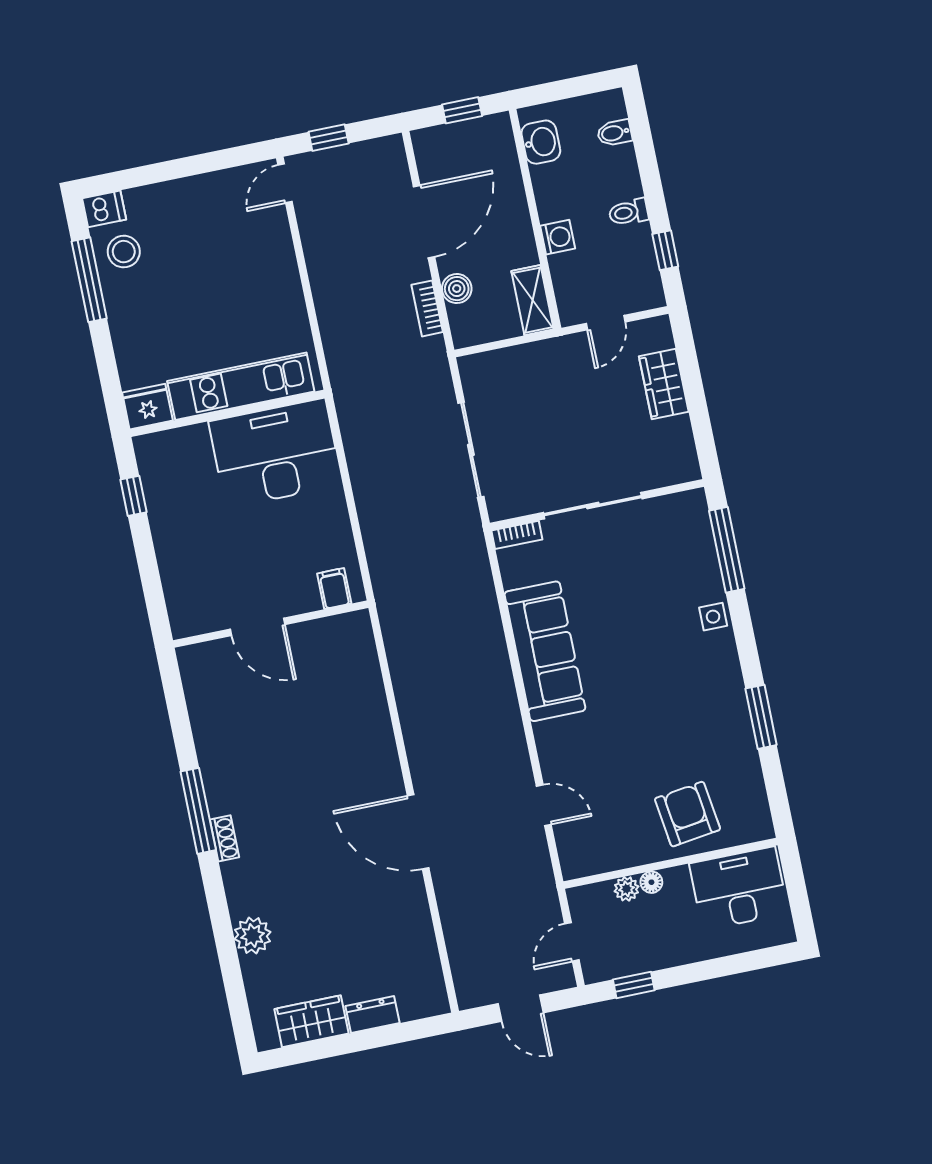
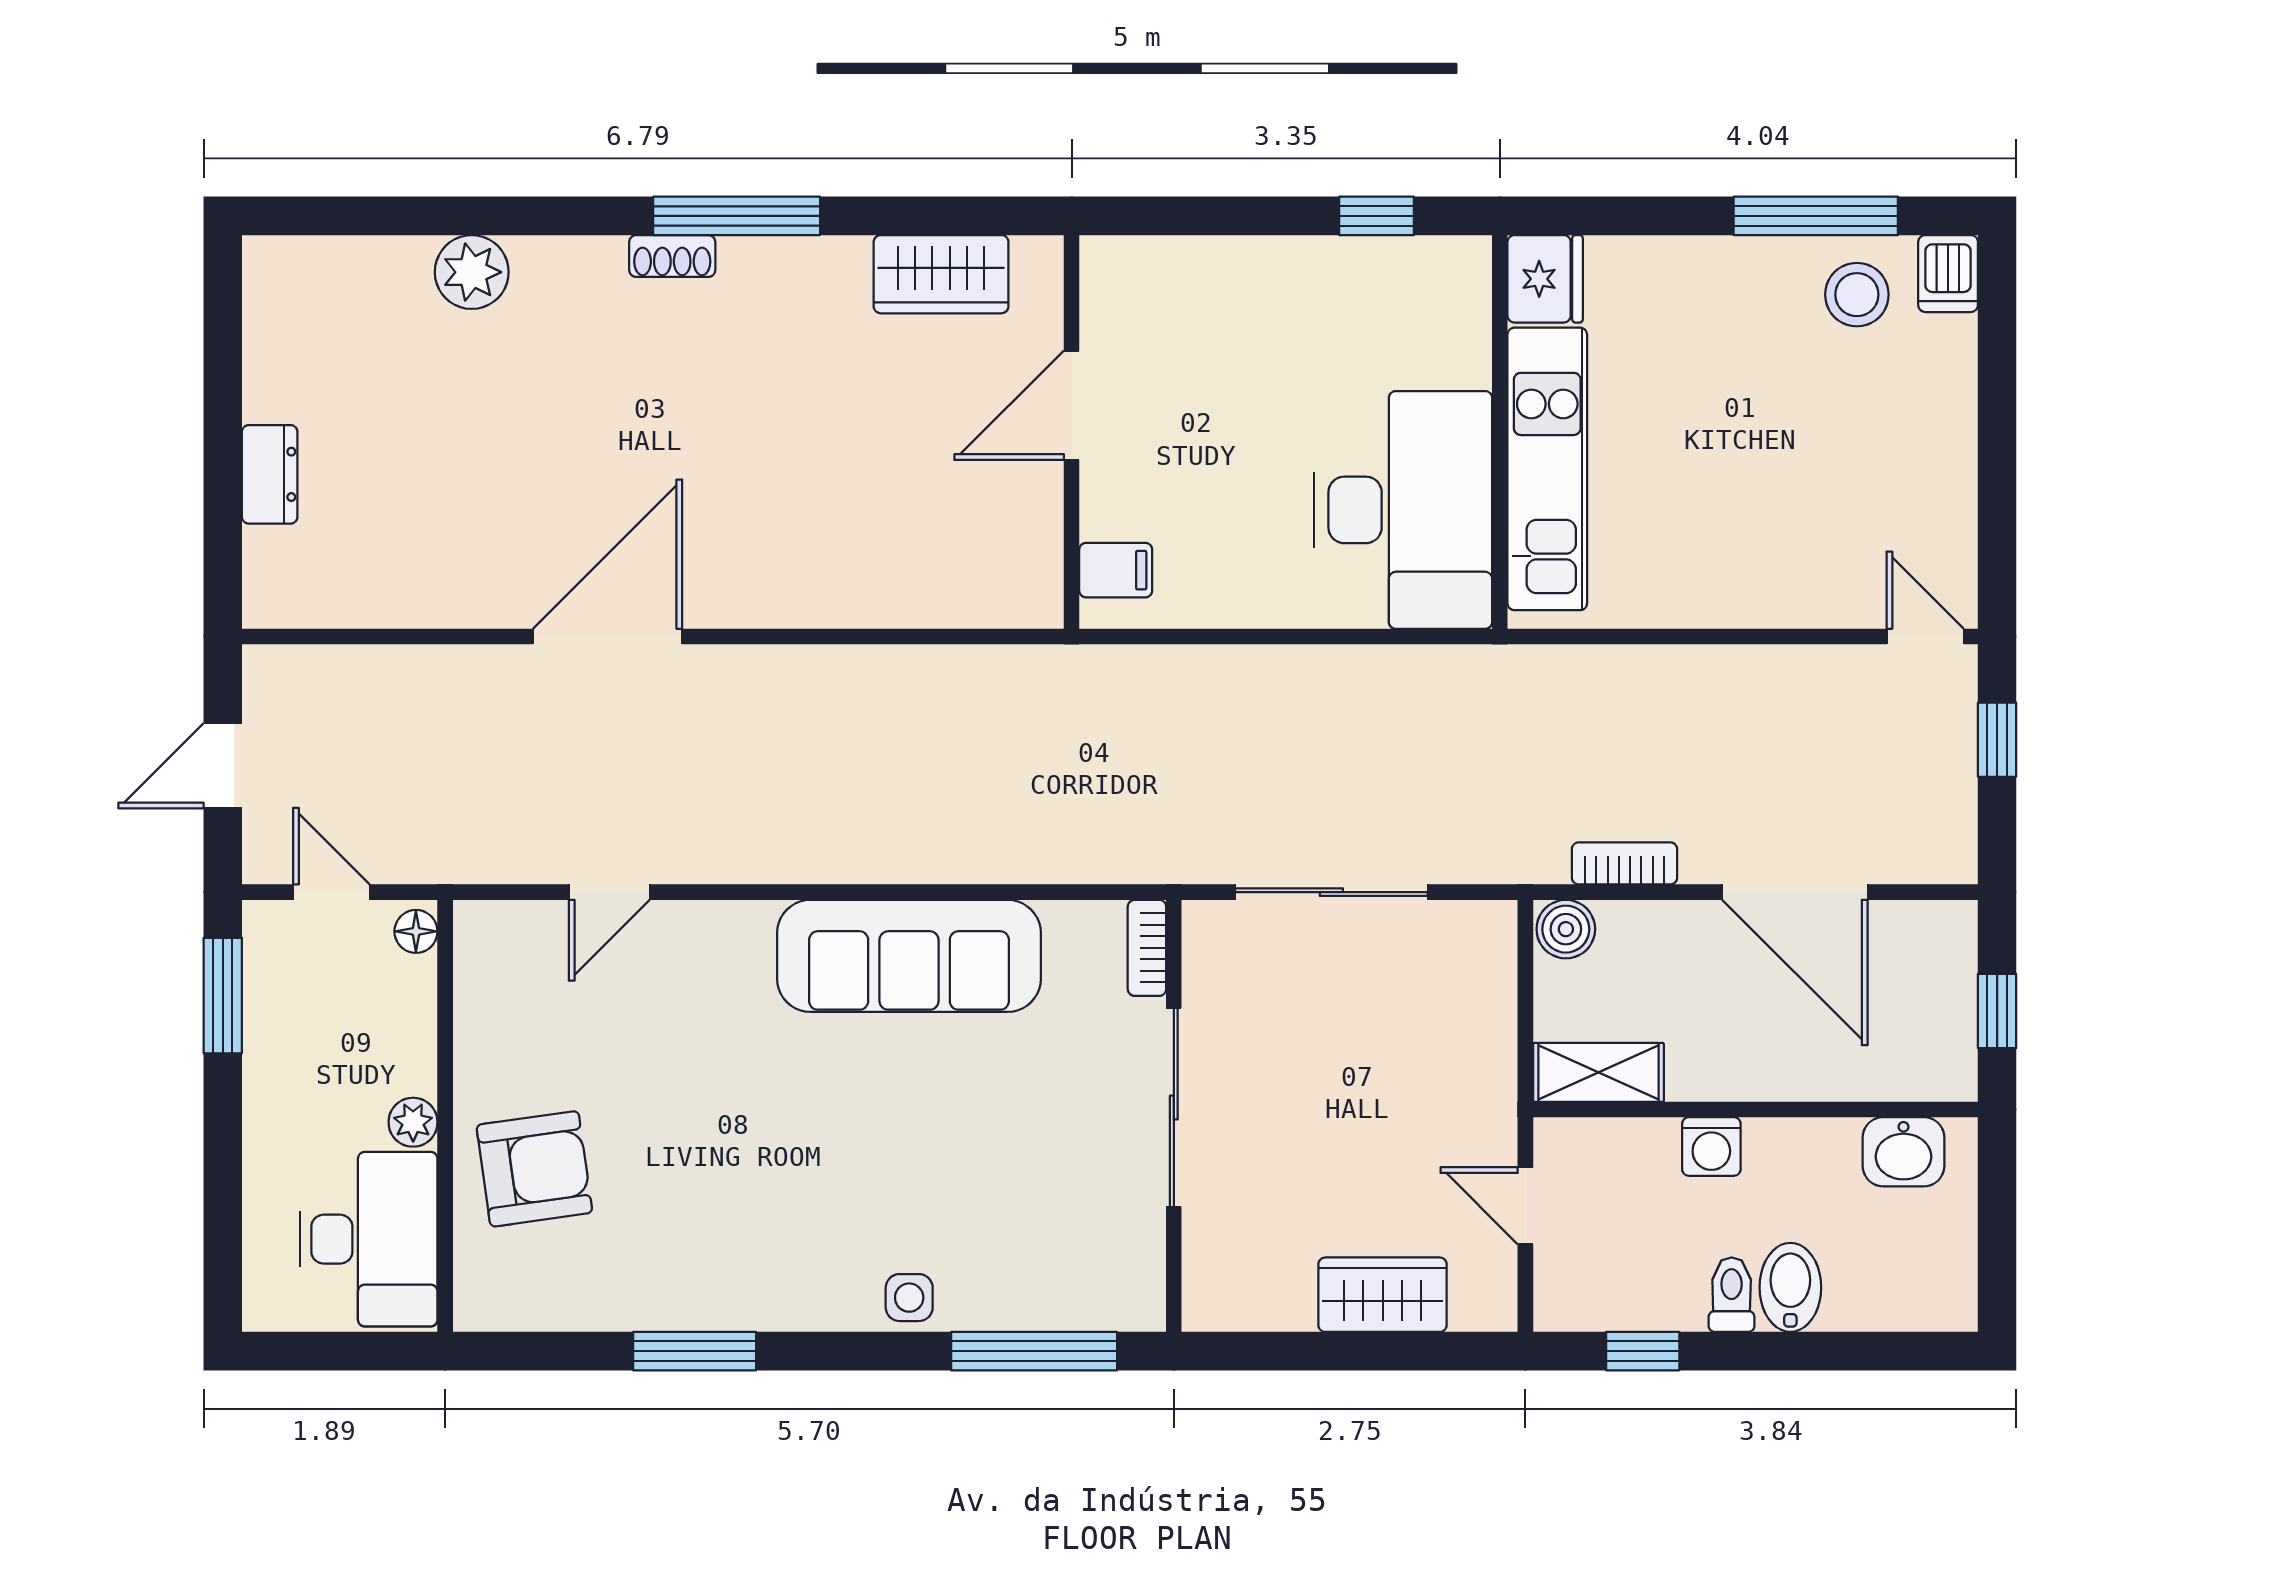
bidet: (615, 133) -> (1790, 1287), moved, width x1.38, depth x1.36
boiler: (457, 289) -> (1566, 929), moved
floor lamp: (651, 882) -> (416, 931), moved
plant: (627, 889) -> (413, 1122), moved
window: (634, 985) -> (223, 996), width x1.50
wardrobe: (311, 1021) -> (941, 274), moved, turned 90

